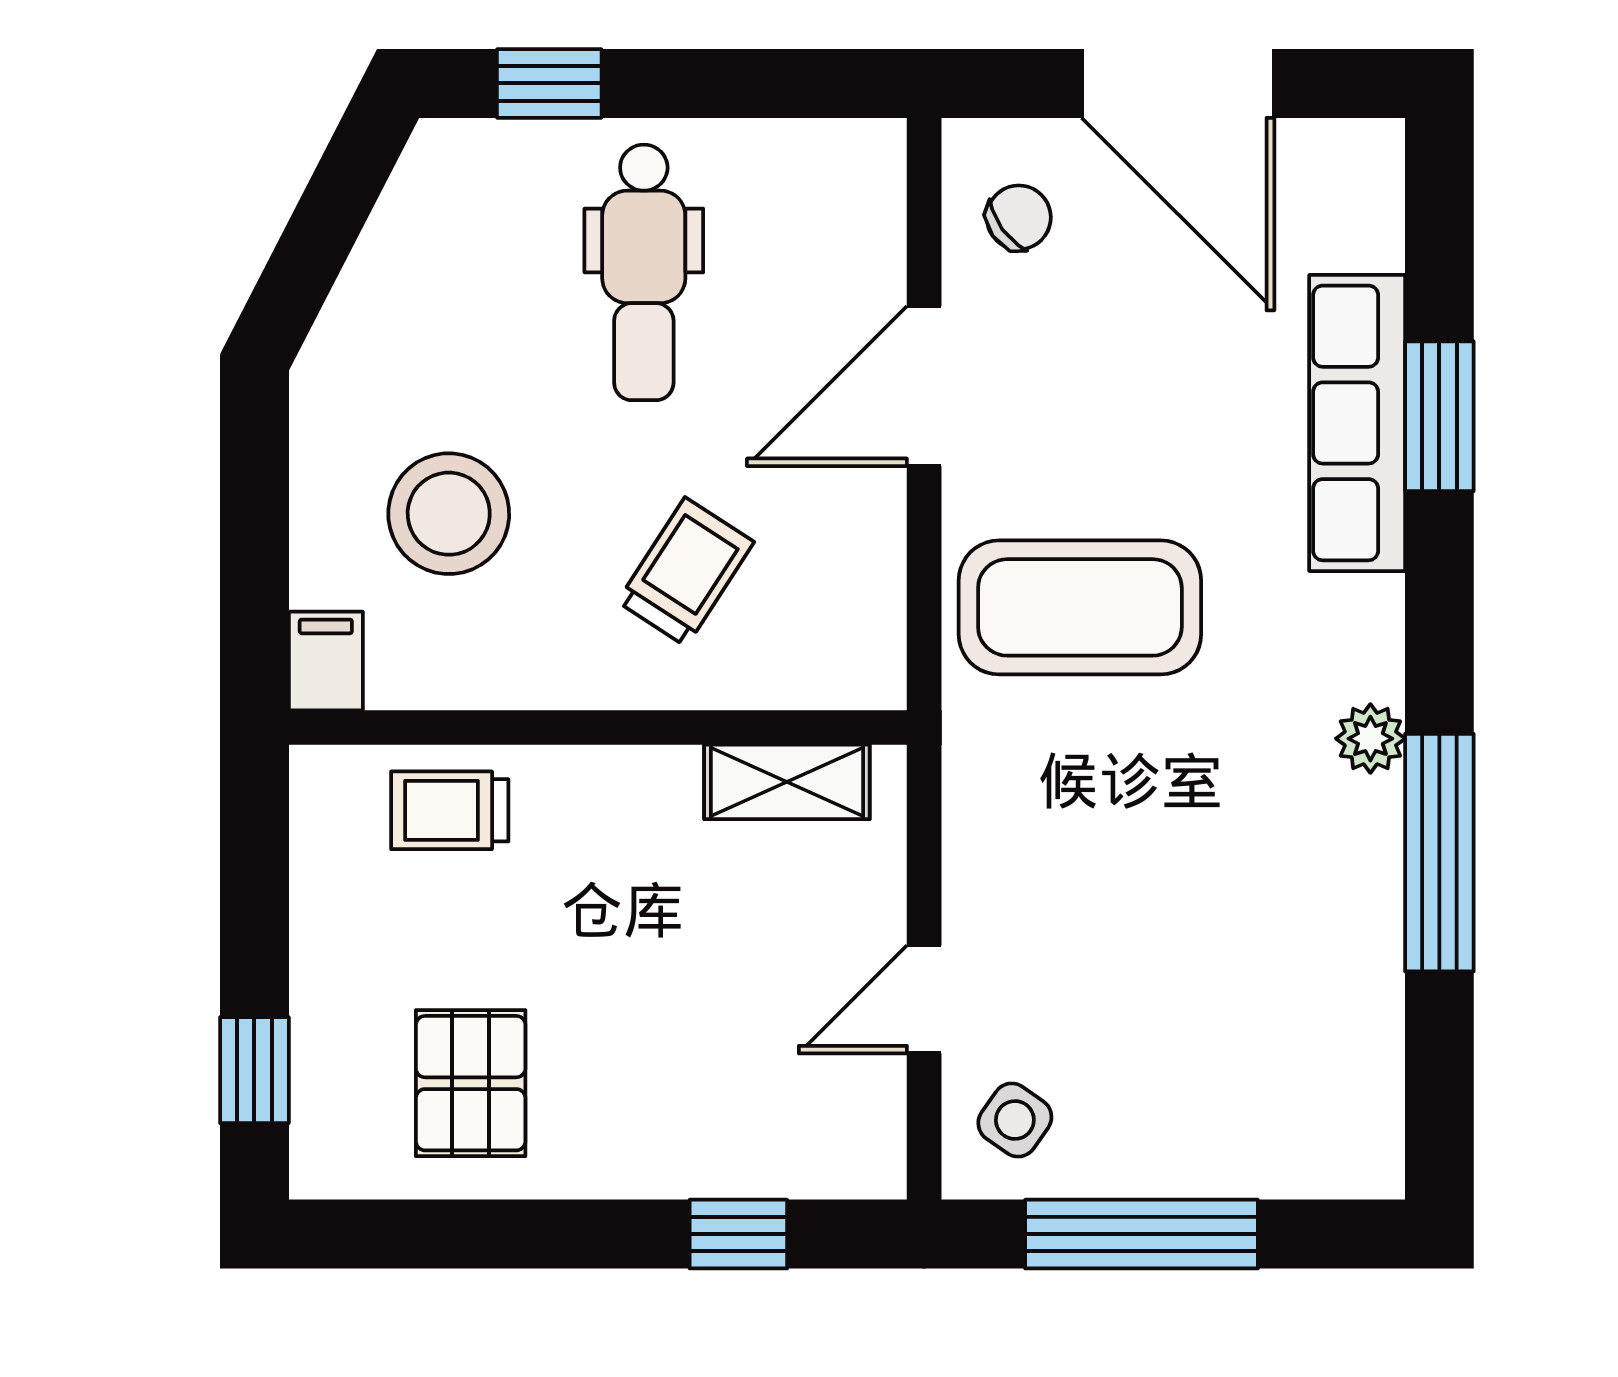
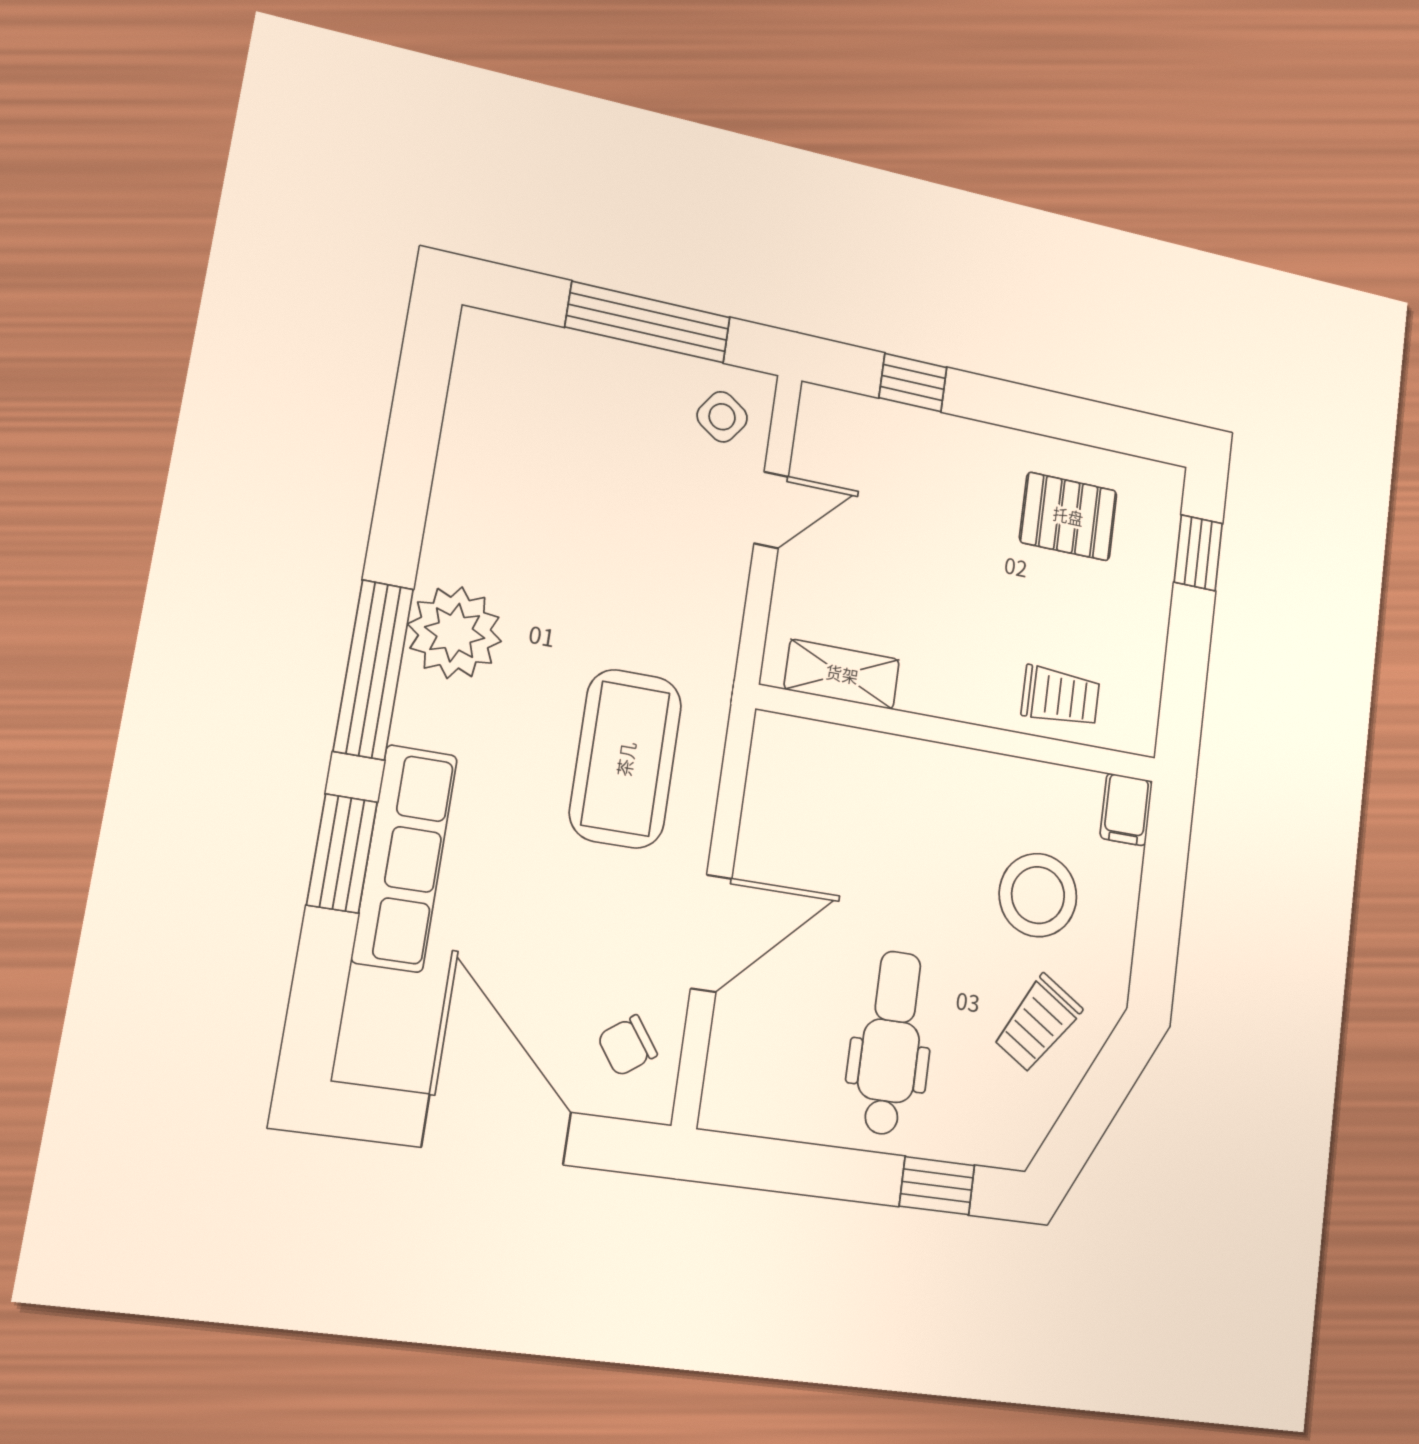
trolley: (686, 572) -> (1038, 1023), moved
coffee table: (1080, 607) -> (626, 759), turned 90
plant: (1370, 739) -> (455, 633), width x1.87, depth x1.87
window: (1439, 853) -> (373, 670), moved
pallet: (471, 1083) -> (1068, 516), turned 90

